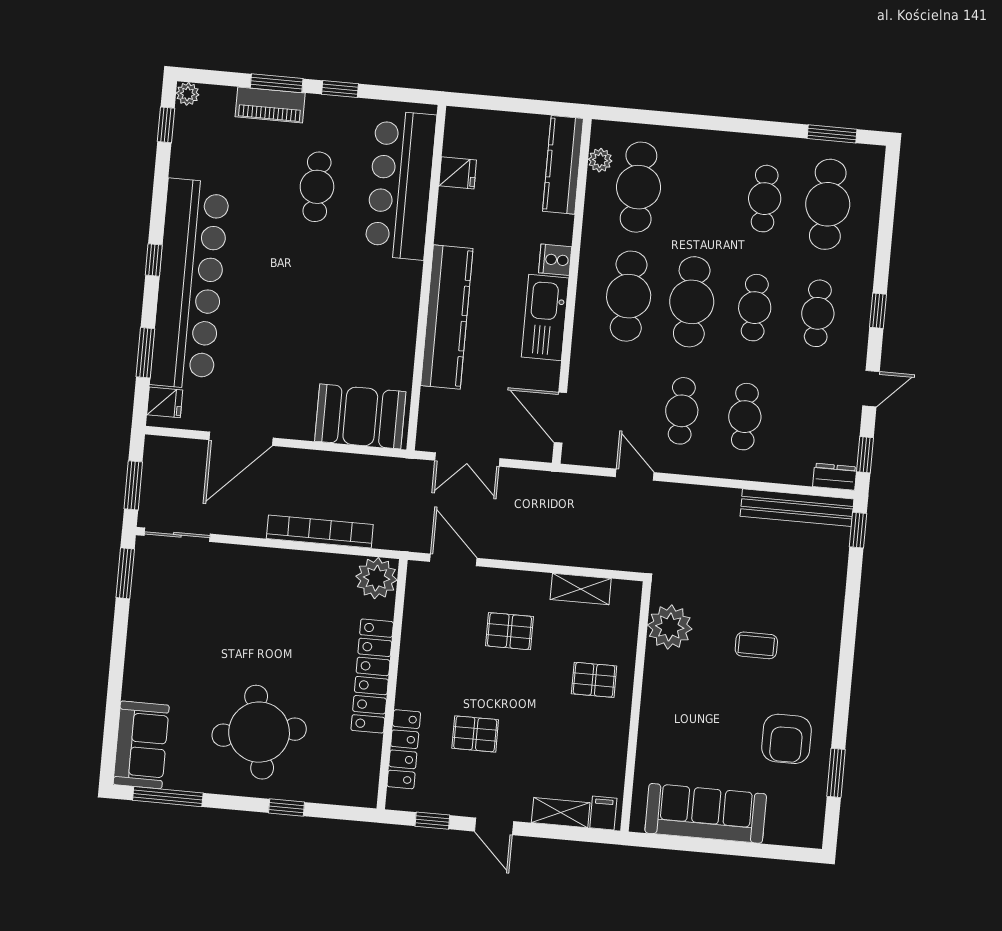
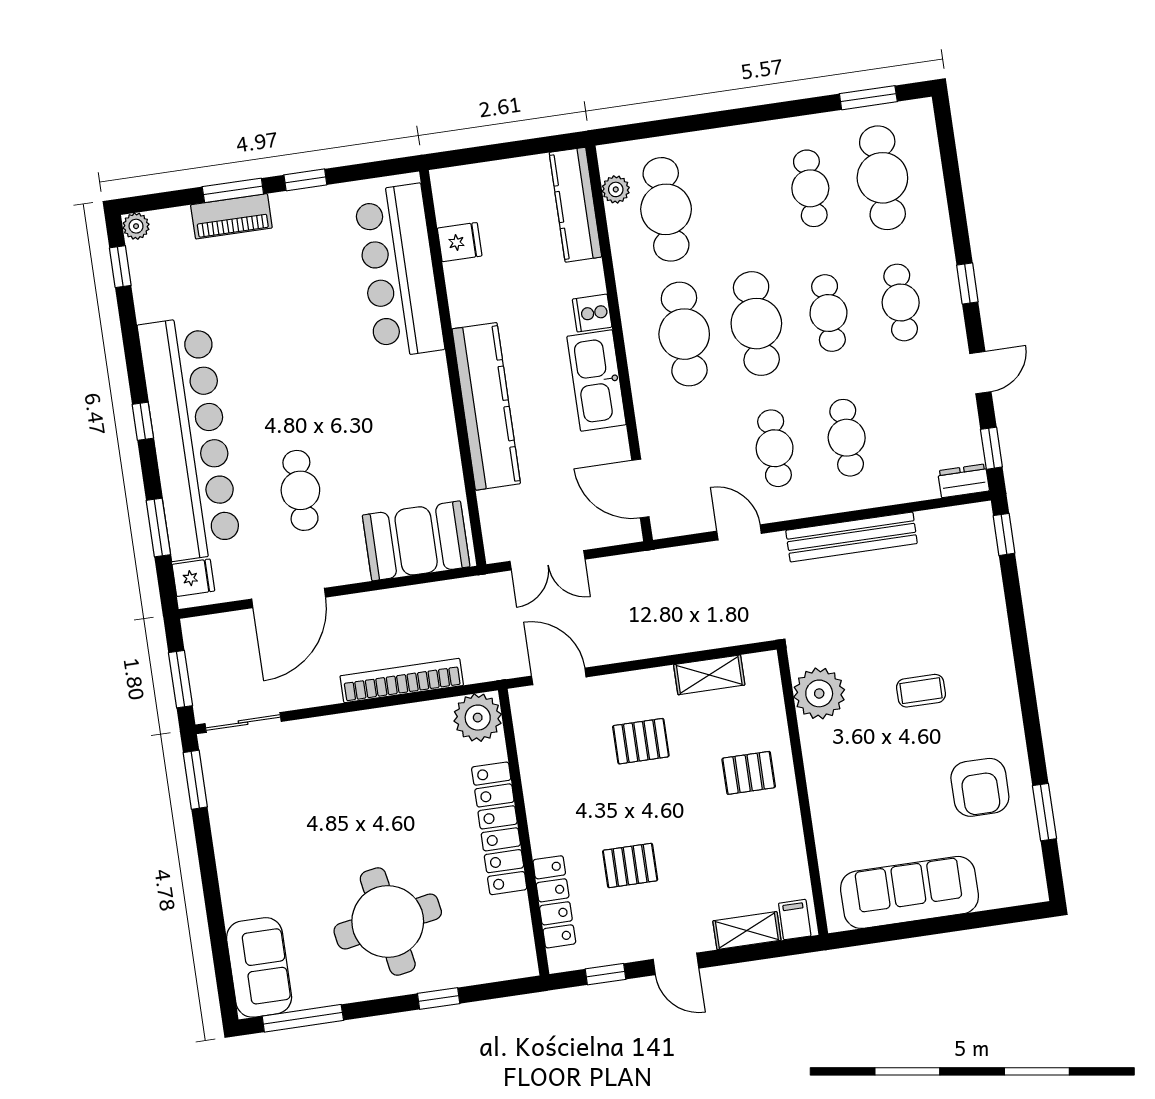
cafe table: (317, 187) -> (300, 490), moved
bench: (797, 508) -> (852, 537), moved

